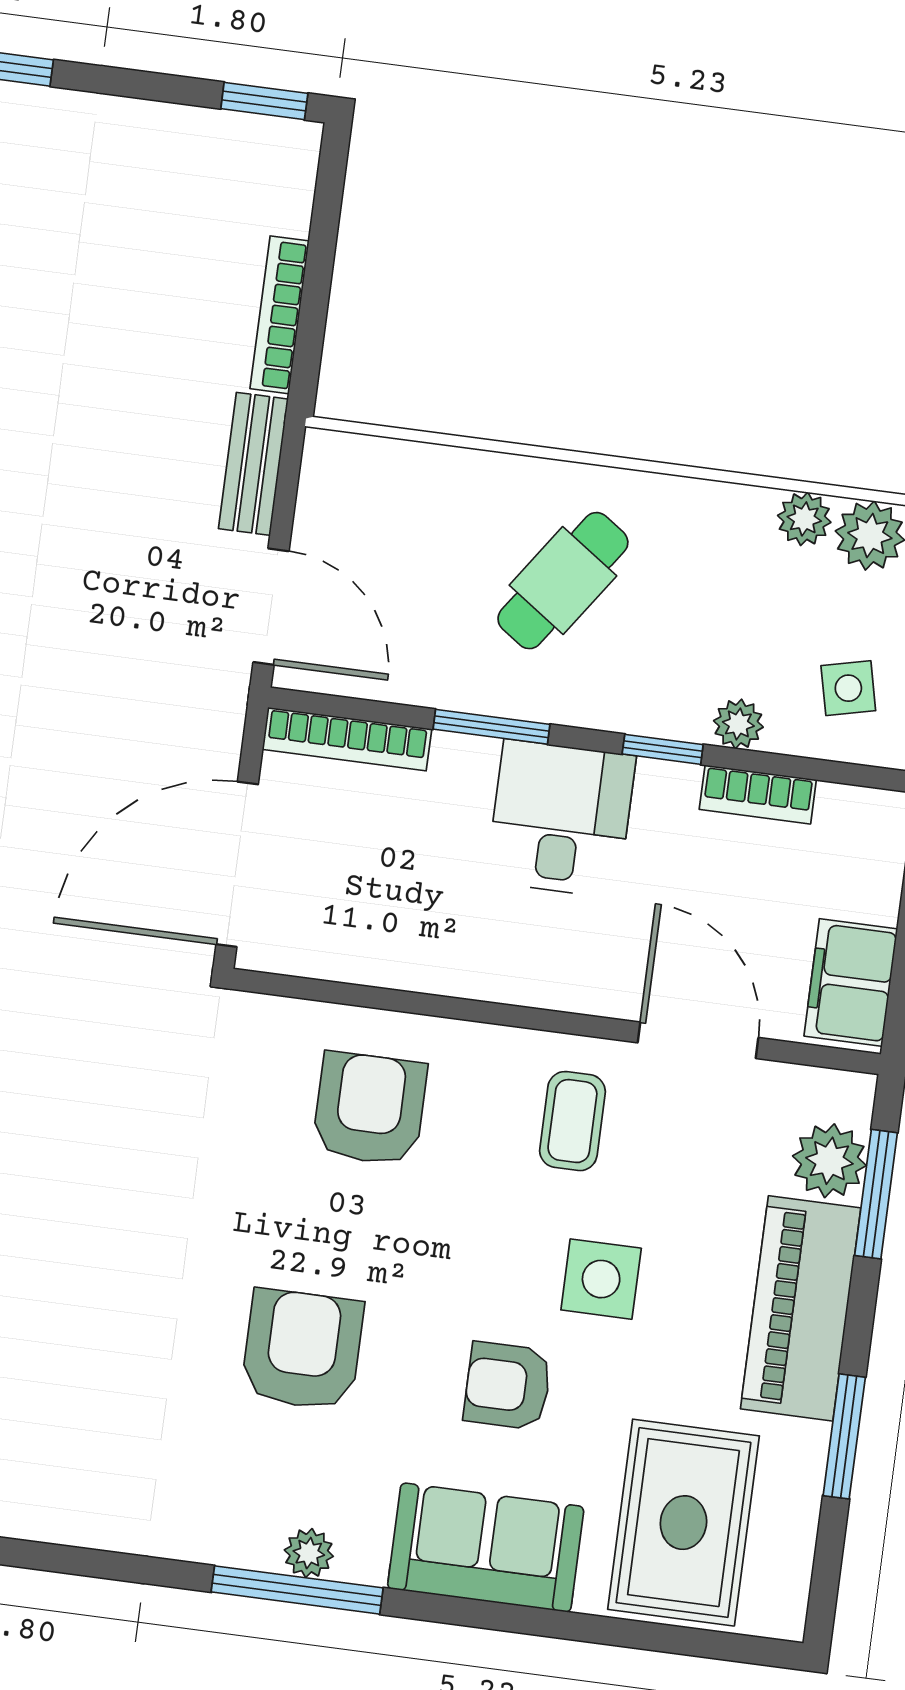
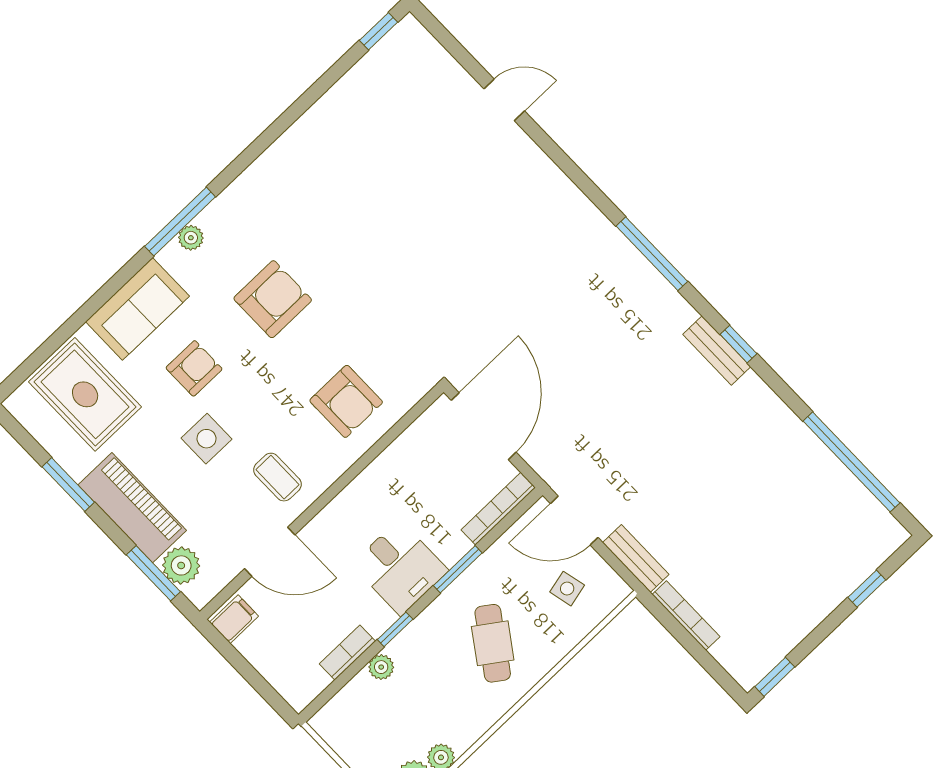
side table: (848, 688) -> (567, 589), moved
filing cabinet: (851, 982) -> (234, 619), width x0.50
armchair: (302, 1350) -> (273, 299), turned -90

